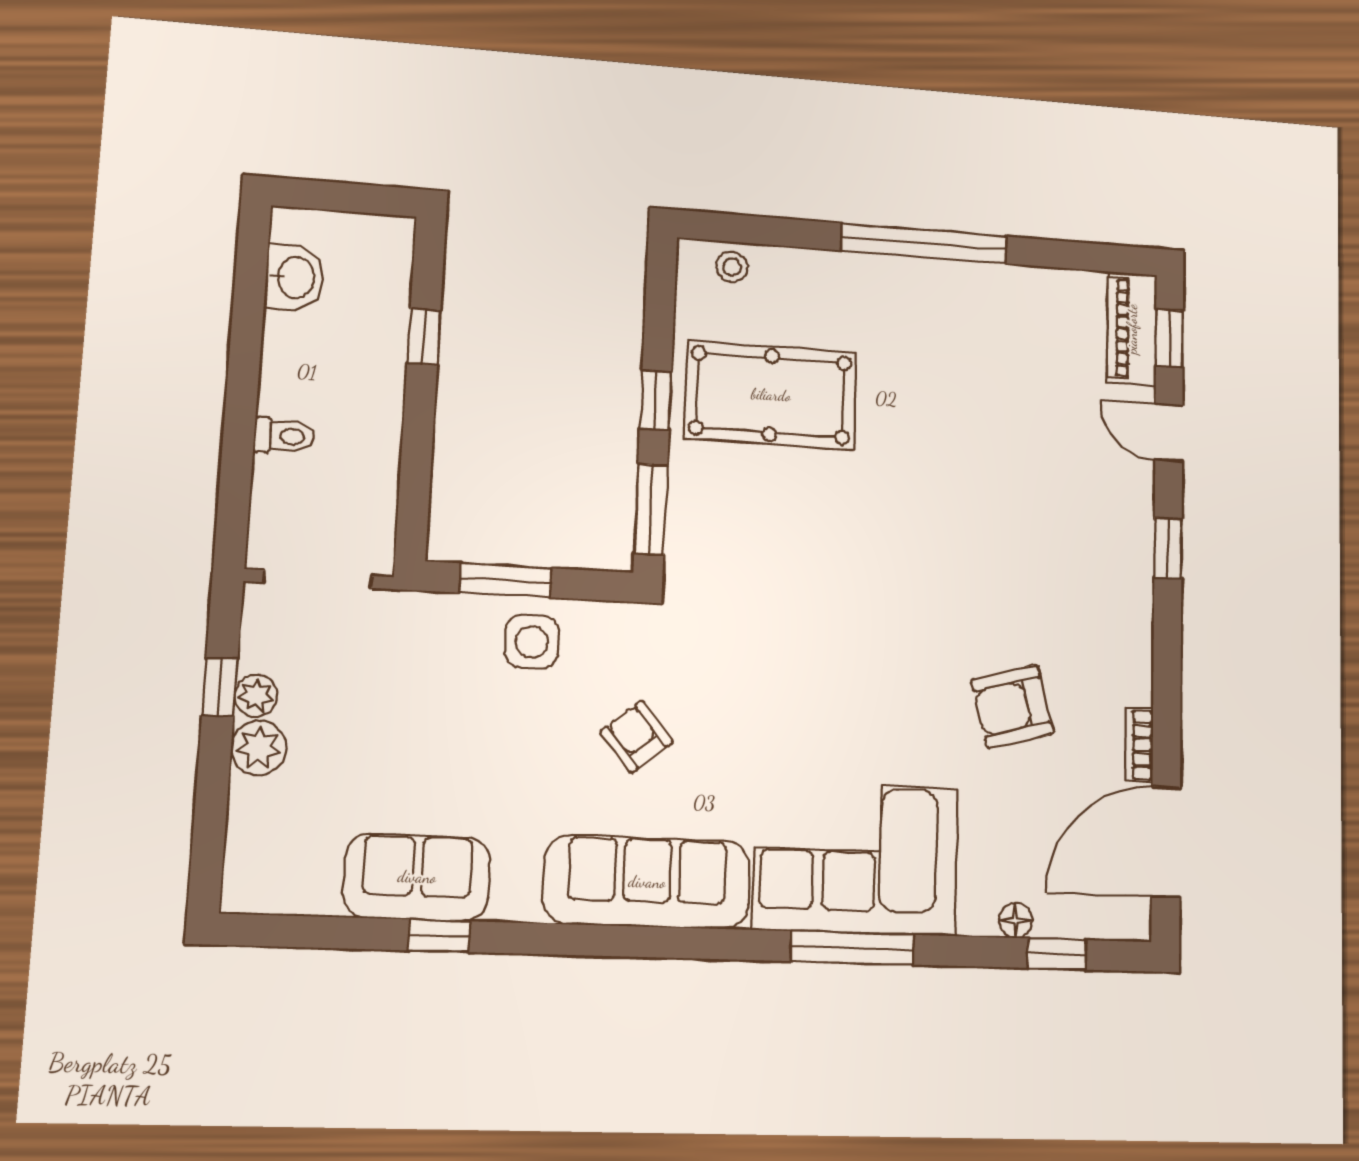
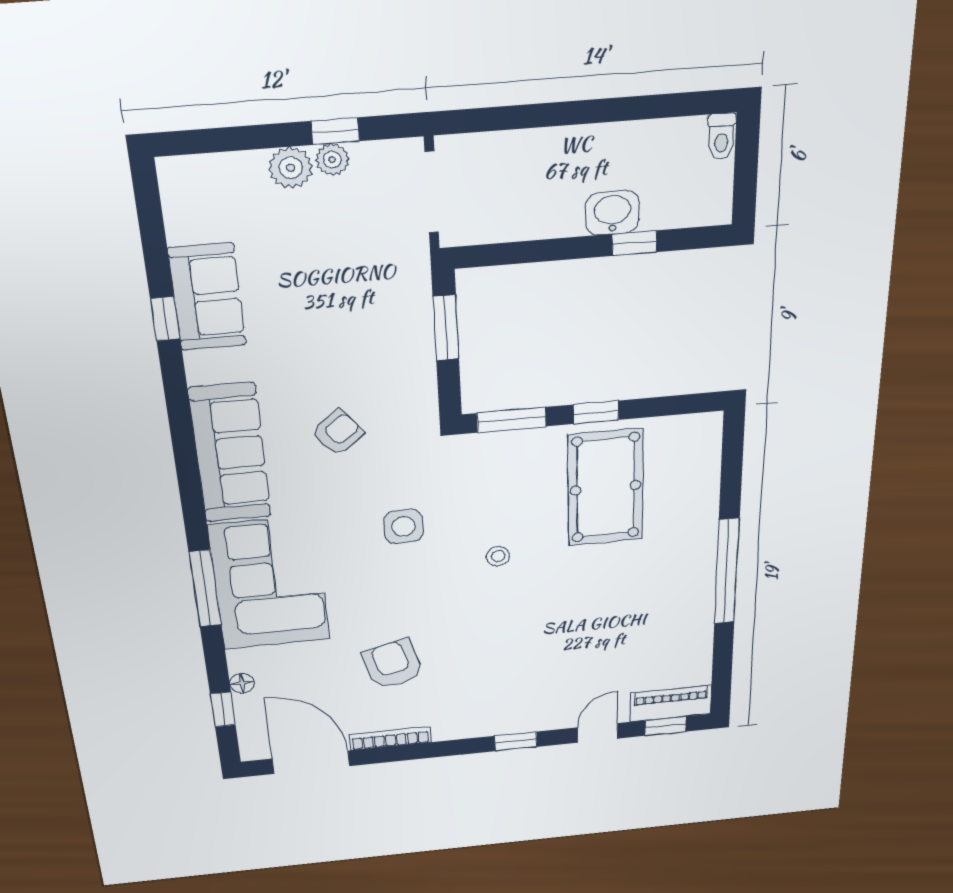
stool: (732, 267) -> (498, 556), moved
washbasin: (294, 277) -> (612, 213), moved, turned 180
toilet: (284, 436) -> (721, 136), moved
side table: (532, 642) -> (404, 526), moved
bookcase: (1139, 745) -> (390, 738), width x1.56

